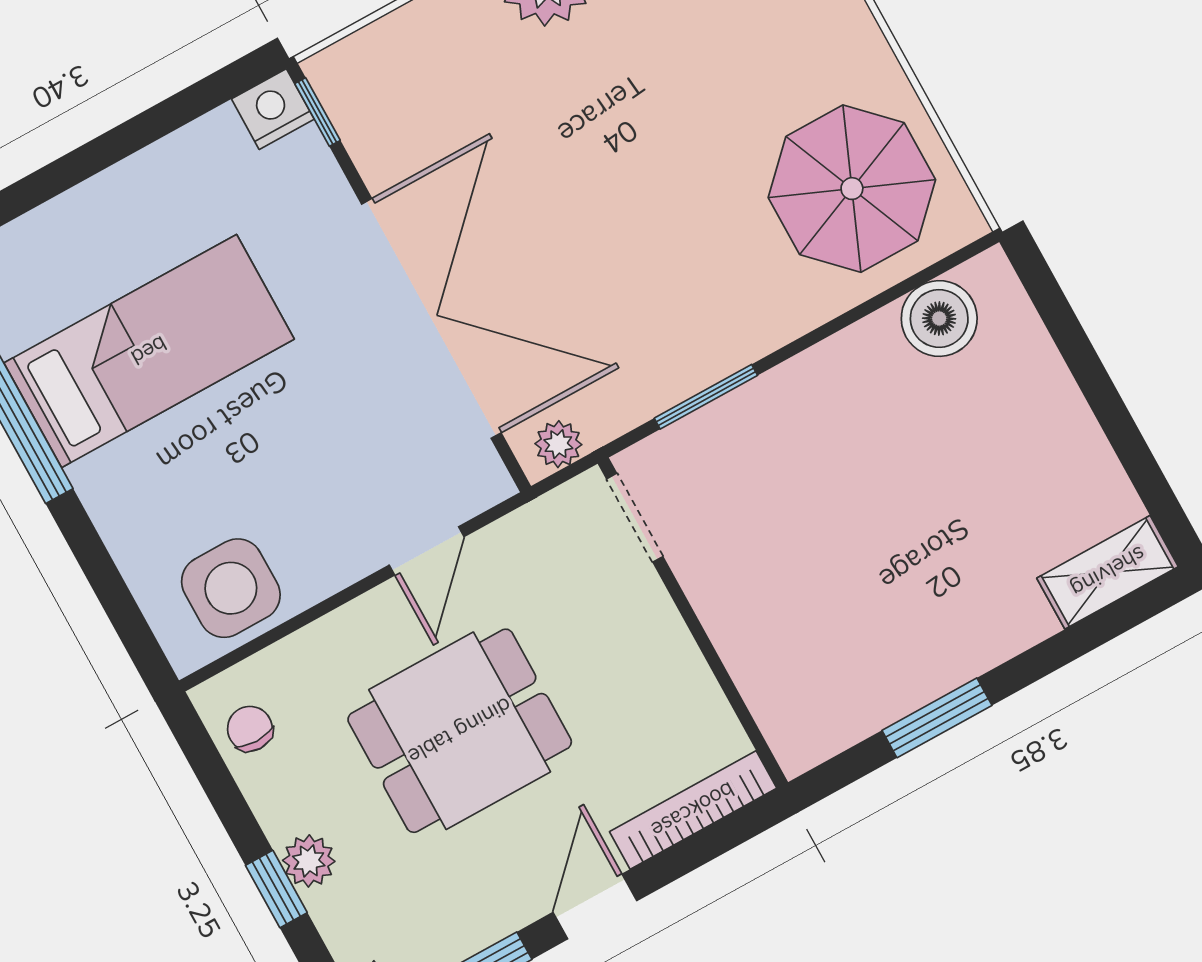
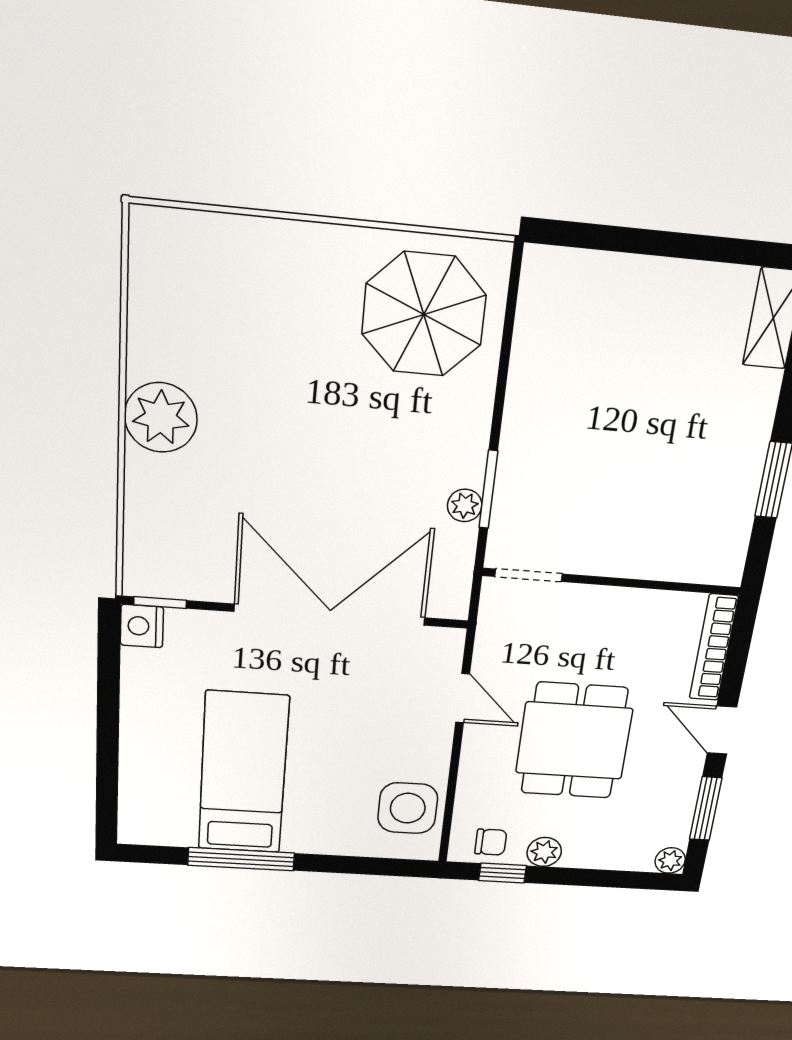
boiler: (939, 318) -> (544, 315), removed
plant: (558, 444) -> (465, 505), moved
chair: (250, 729) -> (491, 842), turned 180
plant: (309, 861) -> (544, 852), moved
window: (276, 889) -> (503, 873), moved

